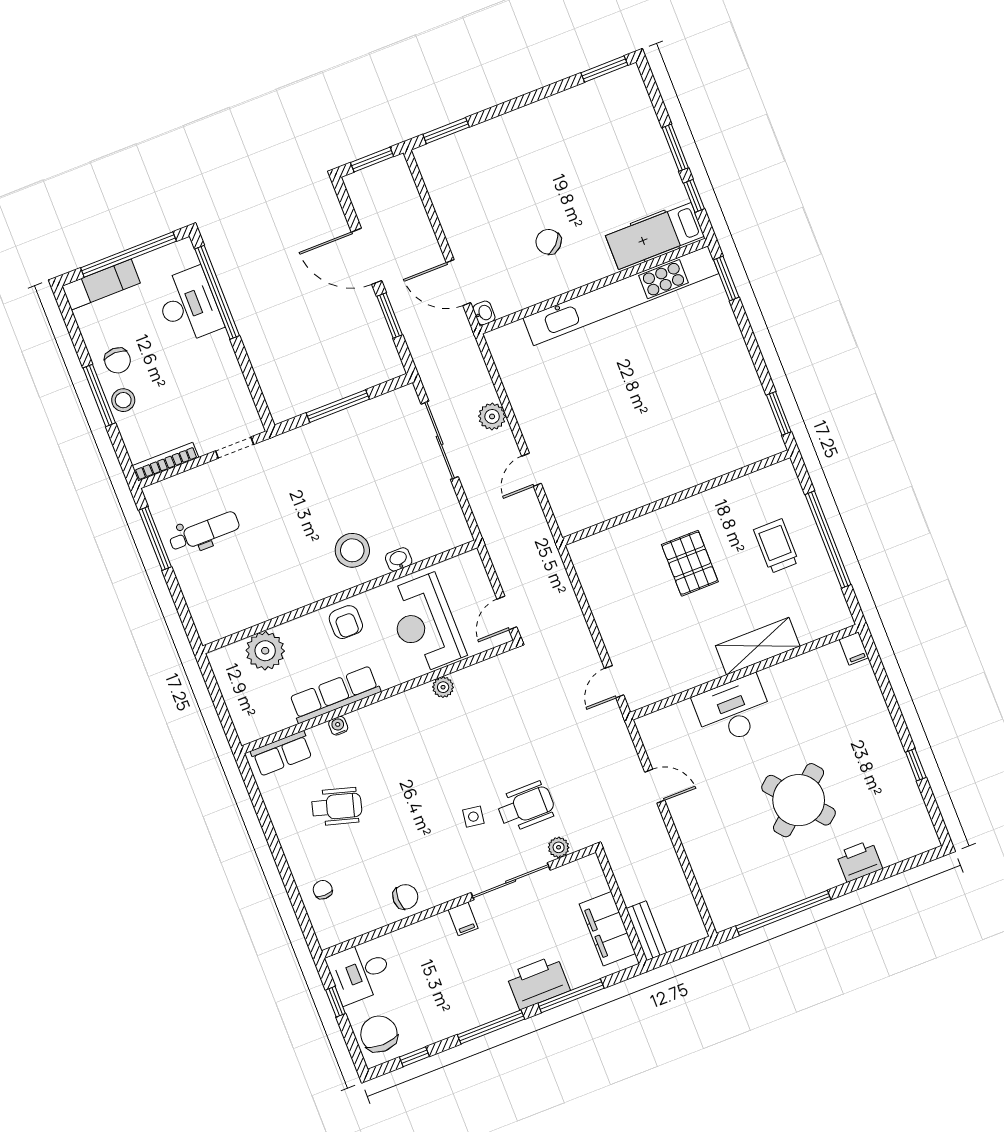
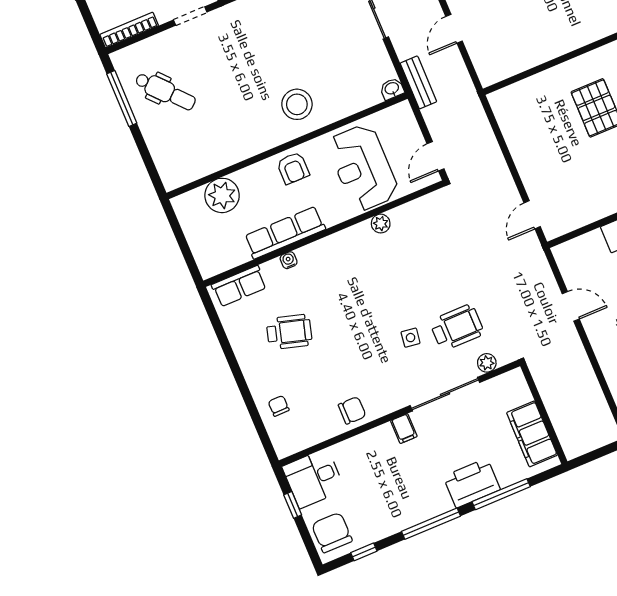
dental chair: (204, 532) -> (165, 91), turned 48
washbasin: (399, 559) -> (392, 89), moved
bench: (646, 931) -> (418, 82), moved

